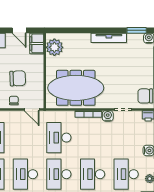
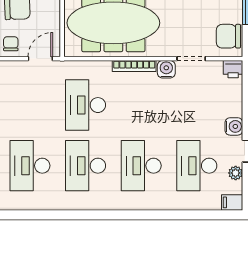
door: (32, 109) -> (40, 59), swing flipped

